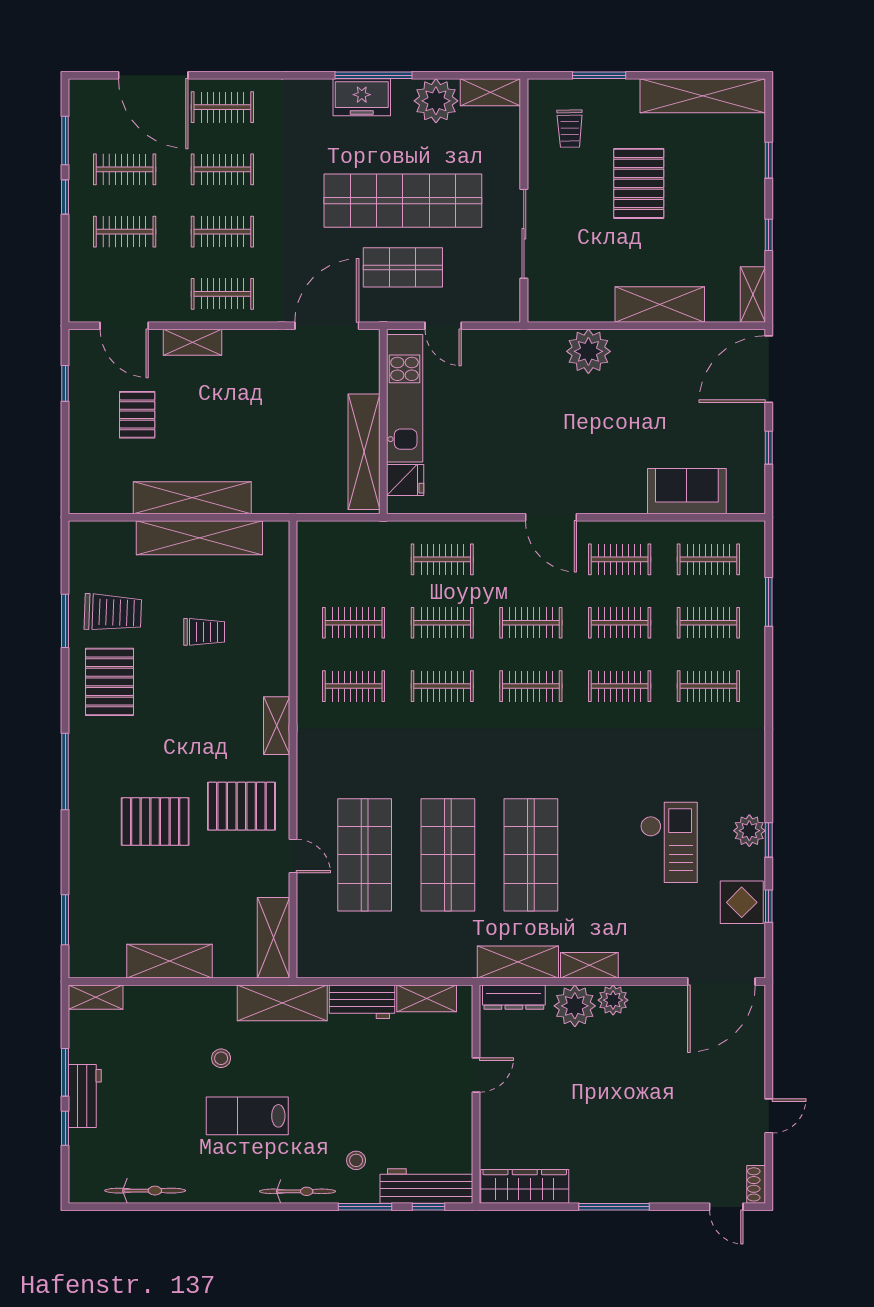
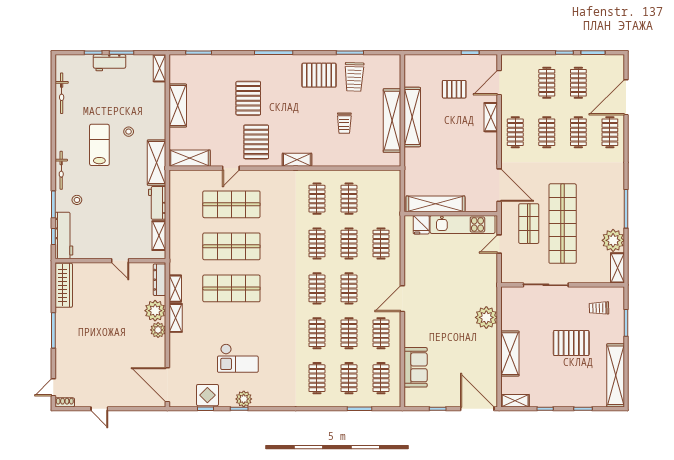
freezer: (362, 97) -> (615, 203), removed
shelving: (518, 962) -> (175, 289), width x0.67, depth x0.75

